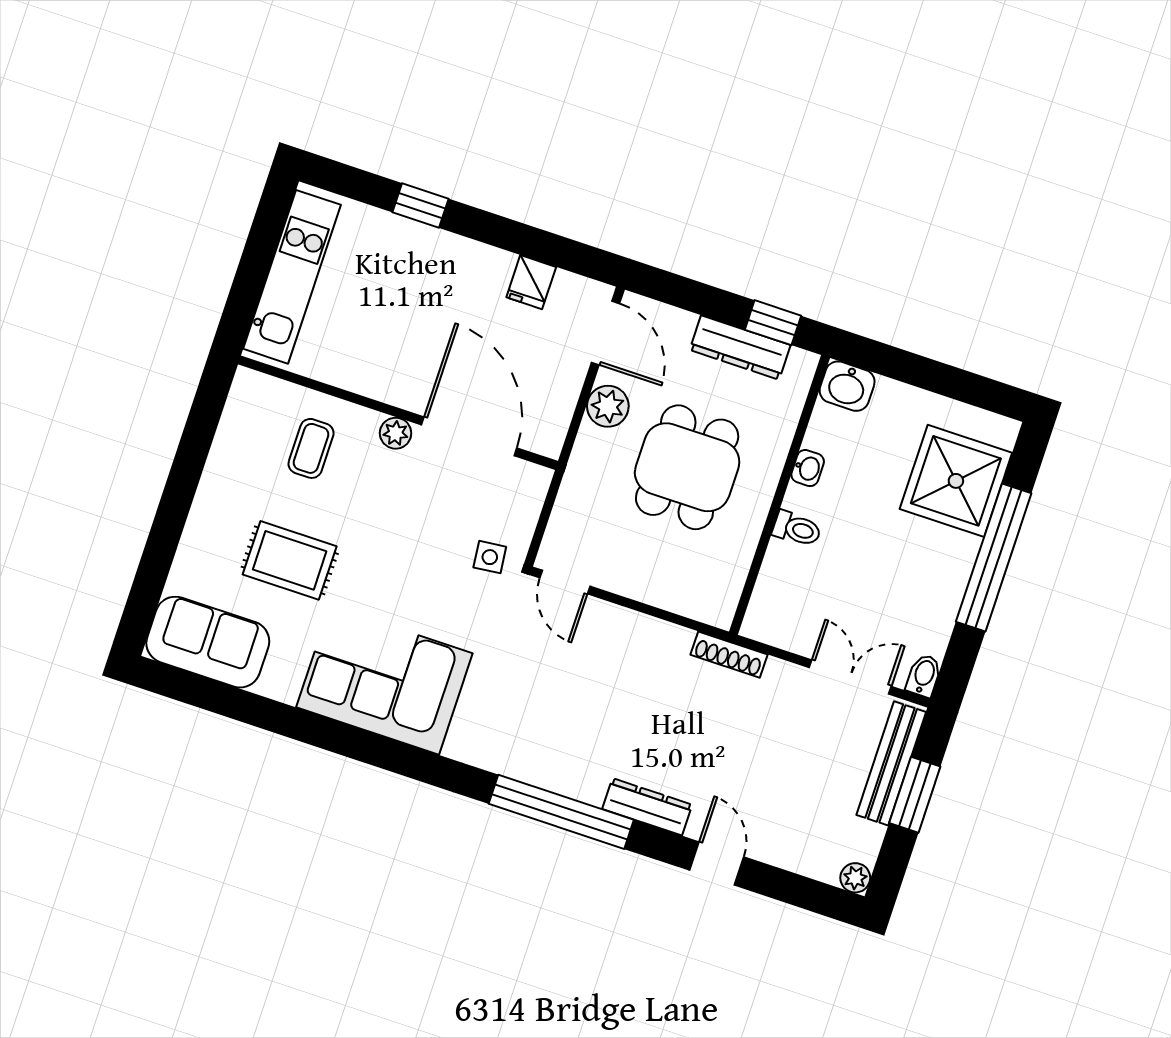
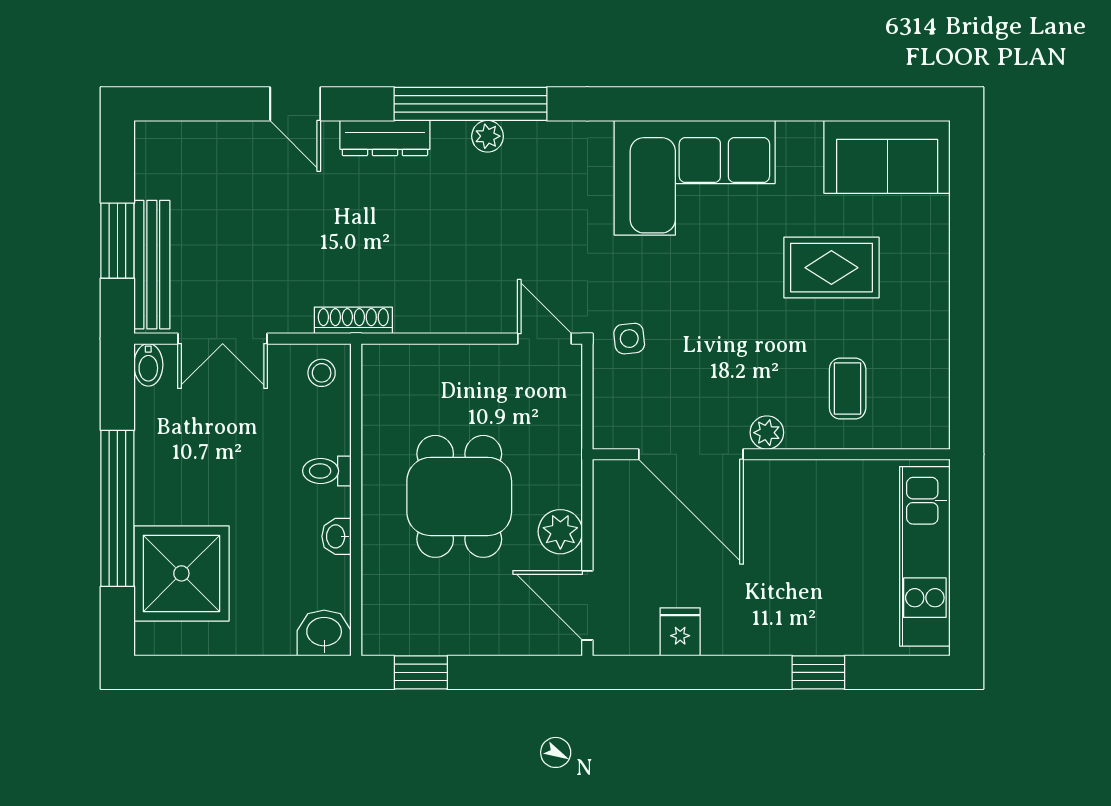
dresser: (740, 347) -> (446, 636), removed
stool: (773, 617) -> (322, 373), added
plant: (855, 878) -> (488, 136), moved

